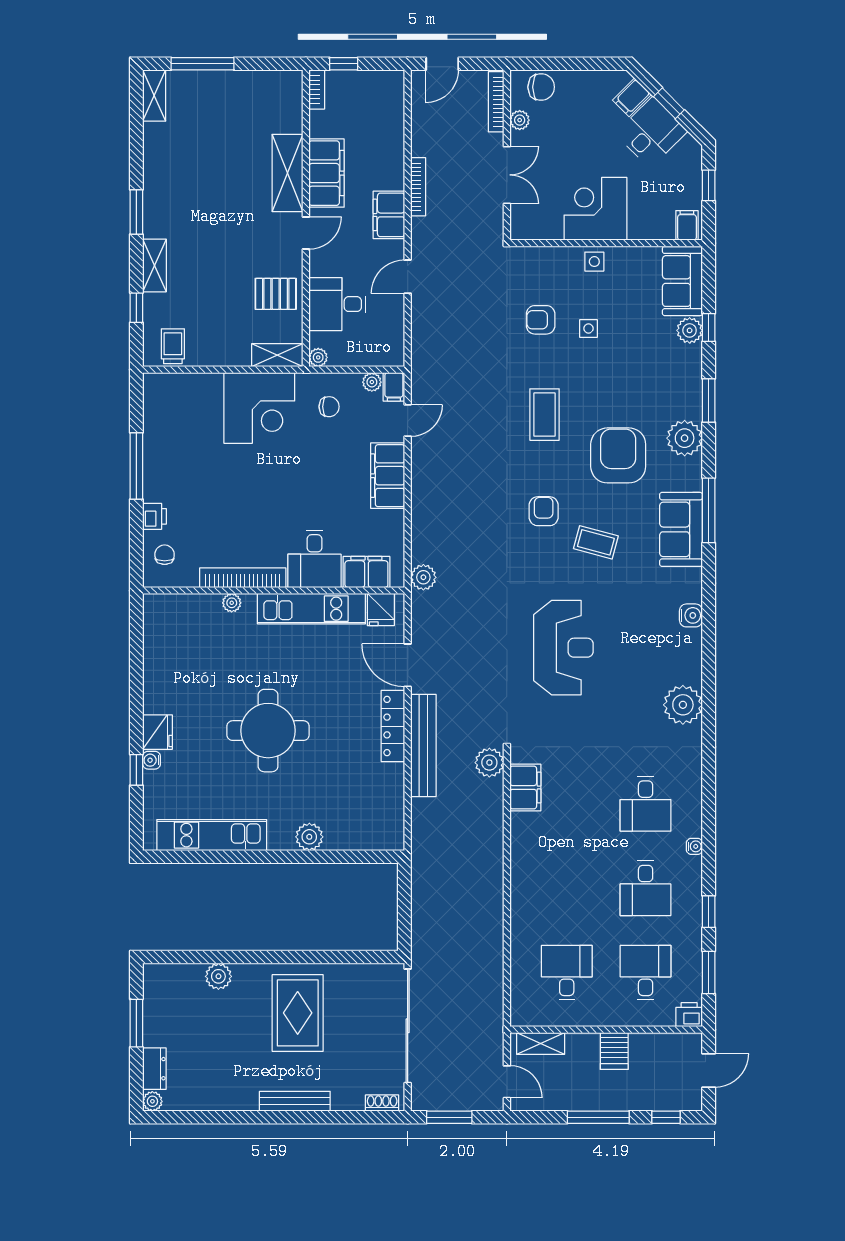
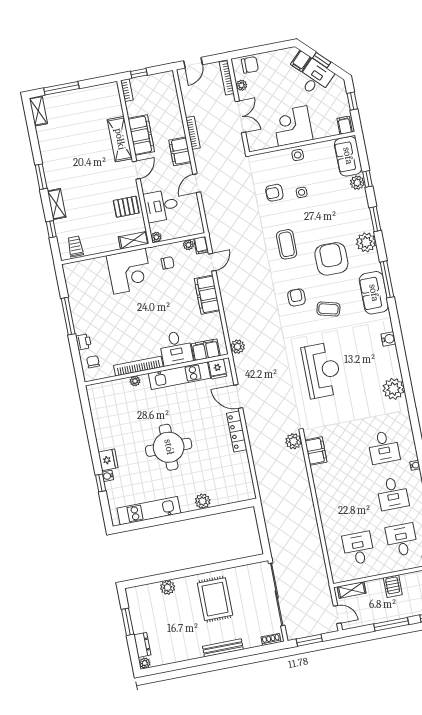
bench: (423, 745) -> (255, 439), removed

